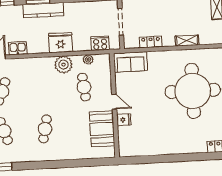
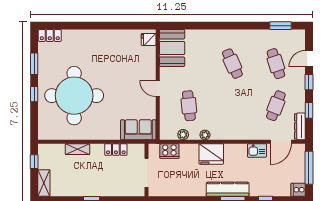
plant: (63, 65) -> (205, 135), width x0.53, depth x0.53
fridge: (124, 120) -> (149, 39), moved
cafe table: (45, 129) -> (232, 64), turned -36
booth: (102, 129) -> (172, 48), moved

